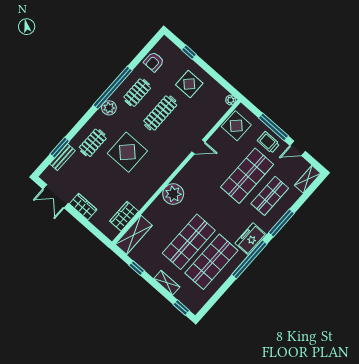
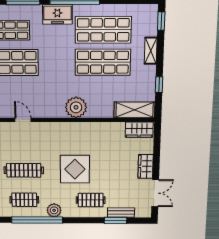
wardrobe: (124, 216) -> (139, 130), moved

